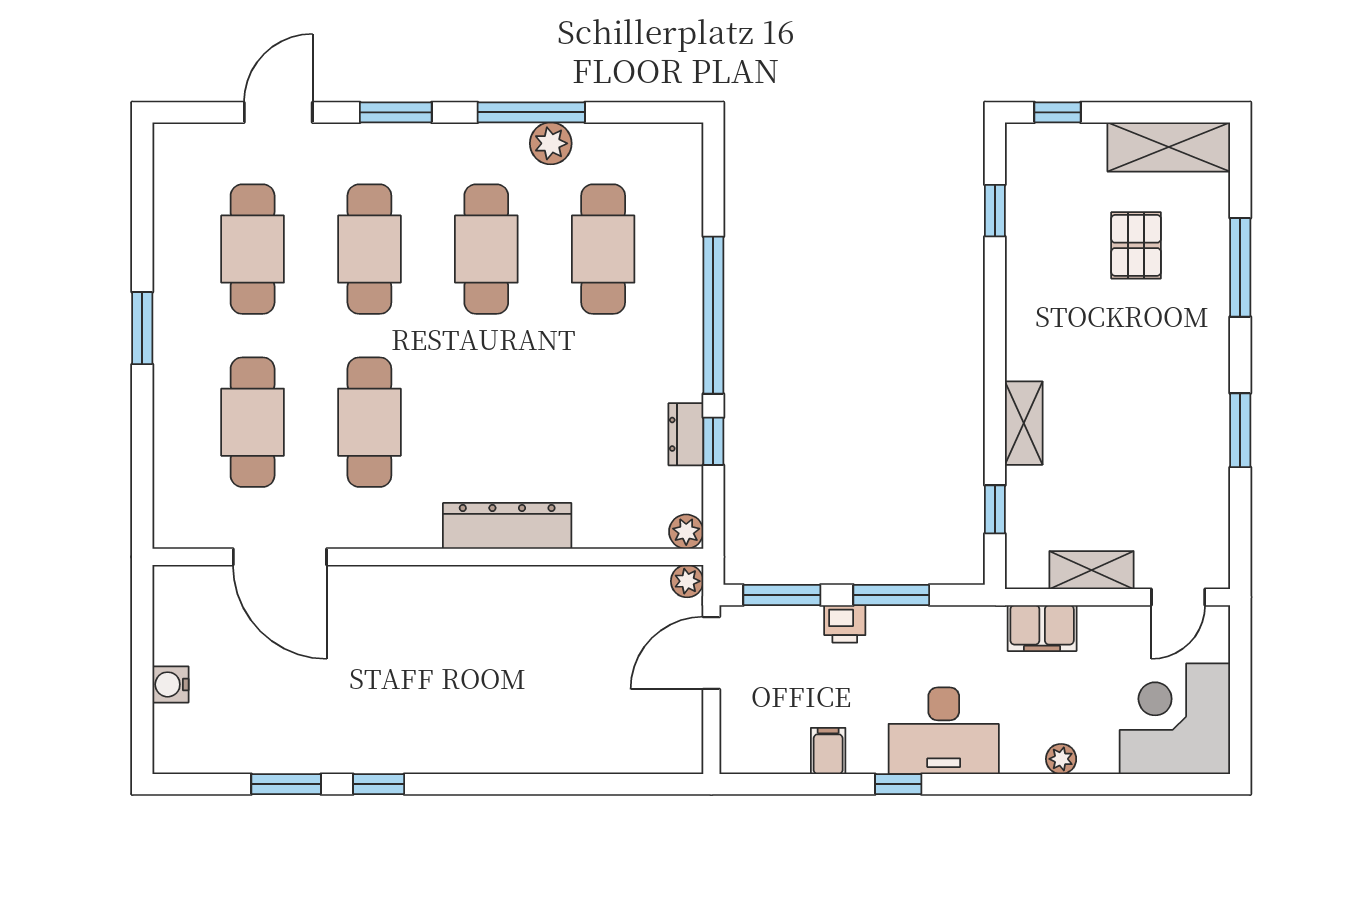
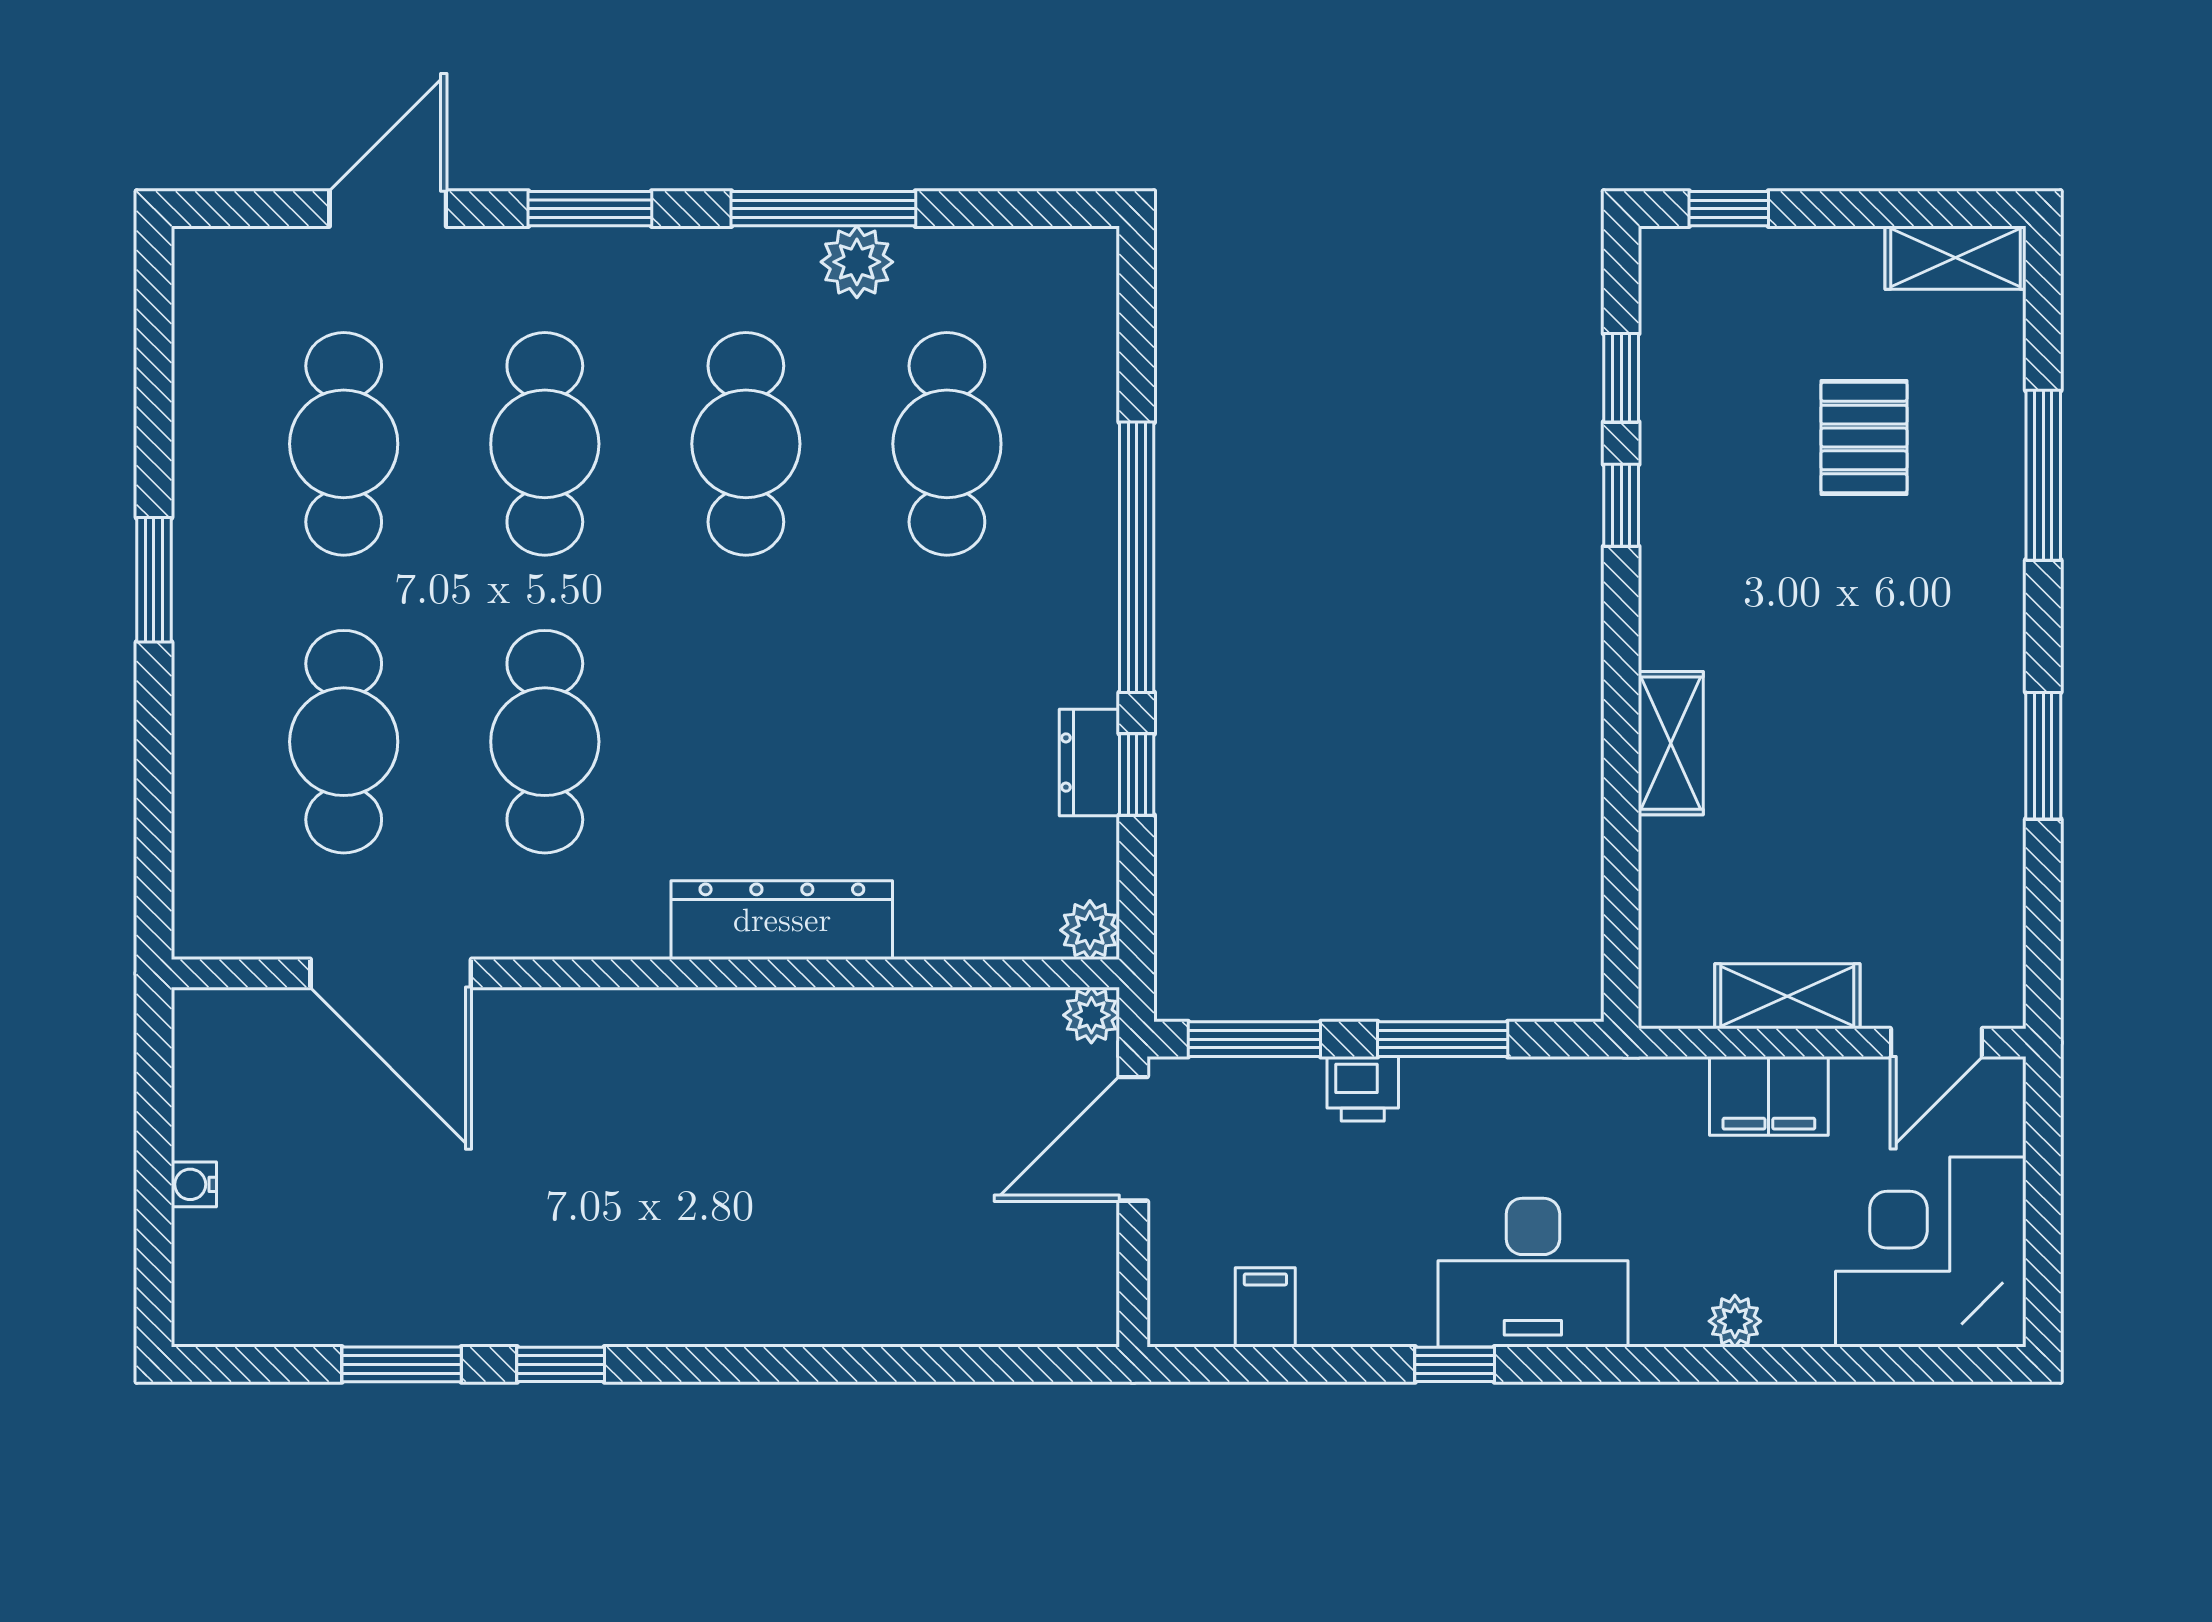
shelving: (1169, 147) -> (1956, 258), width x0.67, depth x0.75
window: (995, 509) -> (1621, 505), moved
filing cabinet: (1042, 628) -> (1769, 1096), moved
water cooler: (170, 684) -> (194, 1184), width x0.72, depth x0.72
filing cabinet: (828, 751) -> (1265, 1307), moved

